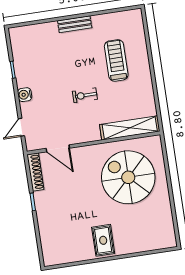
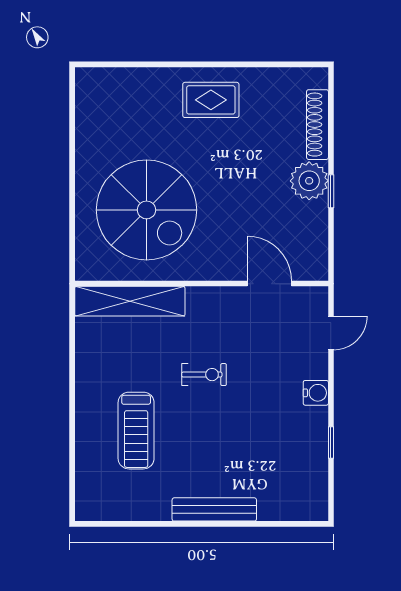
bench: (75, 24) -> (214, 509), width x1.36
shoe rack: (35, 172) -> (318, 125), moved
plant: (45, 206) -> (309, 181), added
rug: (103, 240) -> (211, 100), turned 90

